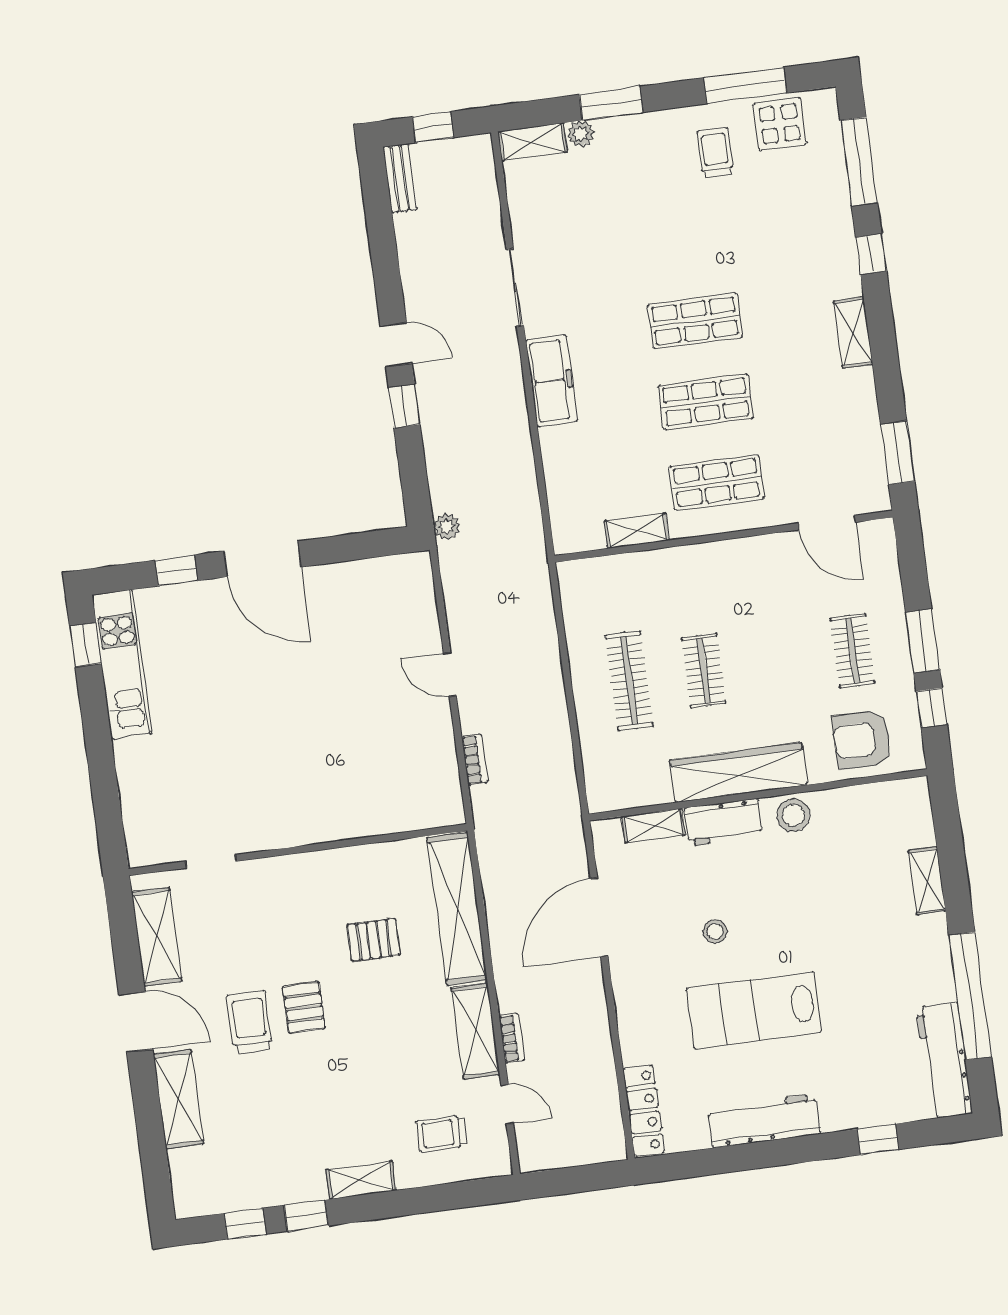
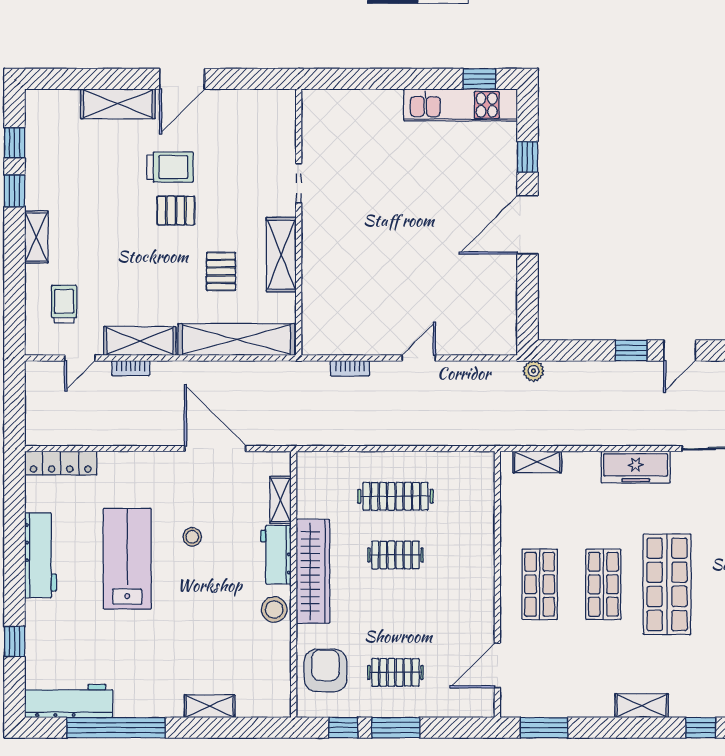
shop shelf: (695, 321) -> (667, 584), width x1.43, depth x1.36
shelving: (636, 531) -> (537, 462), moved, turned 90
doorway: (211, 861) -> (299, 183), moved
shelving: (157, 937) -> (281, 255), moved, turned 90

